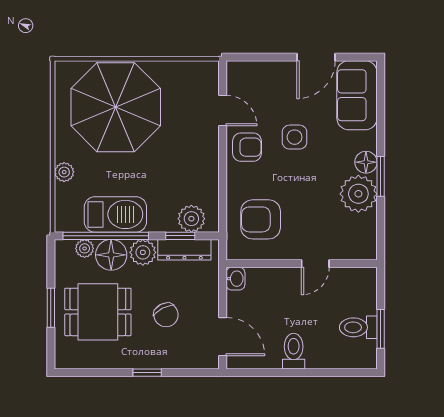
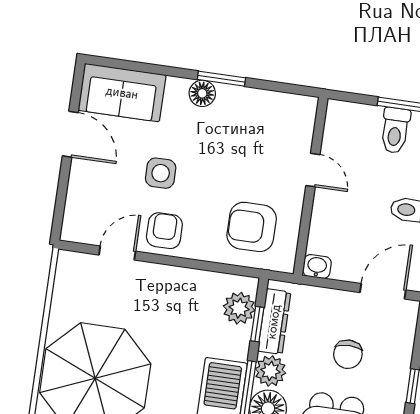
plant: (358, 194) -> (238, 108), removed
armchair: (261, 219) -> (252, 227), turned 90
chair: (166, 315) -> (348, 354), turned 117

